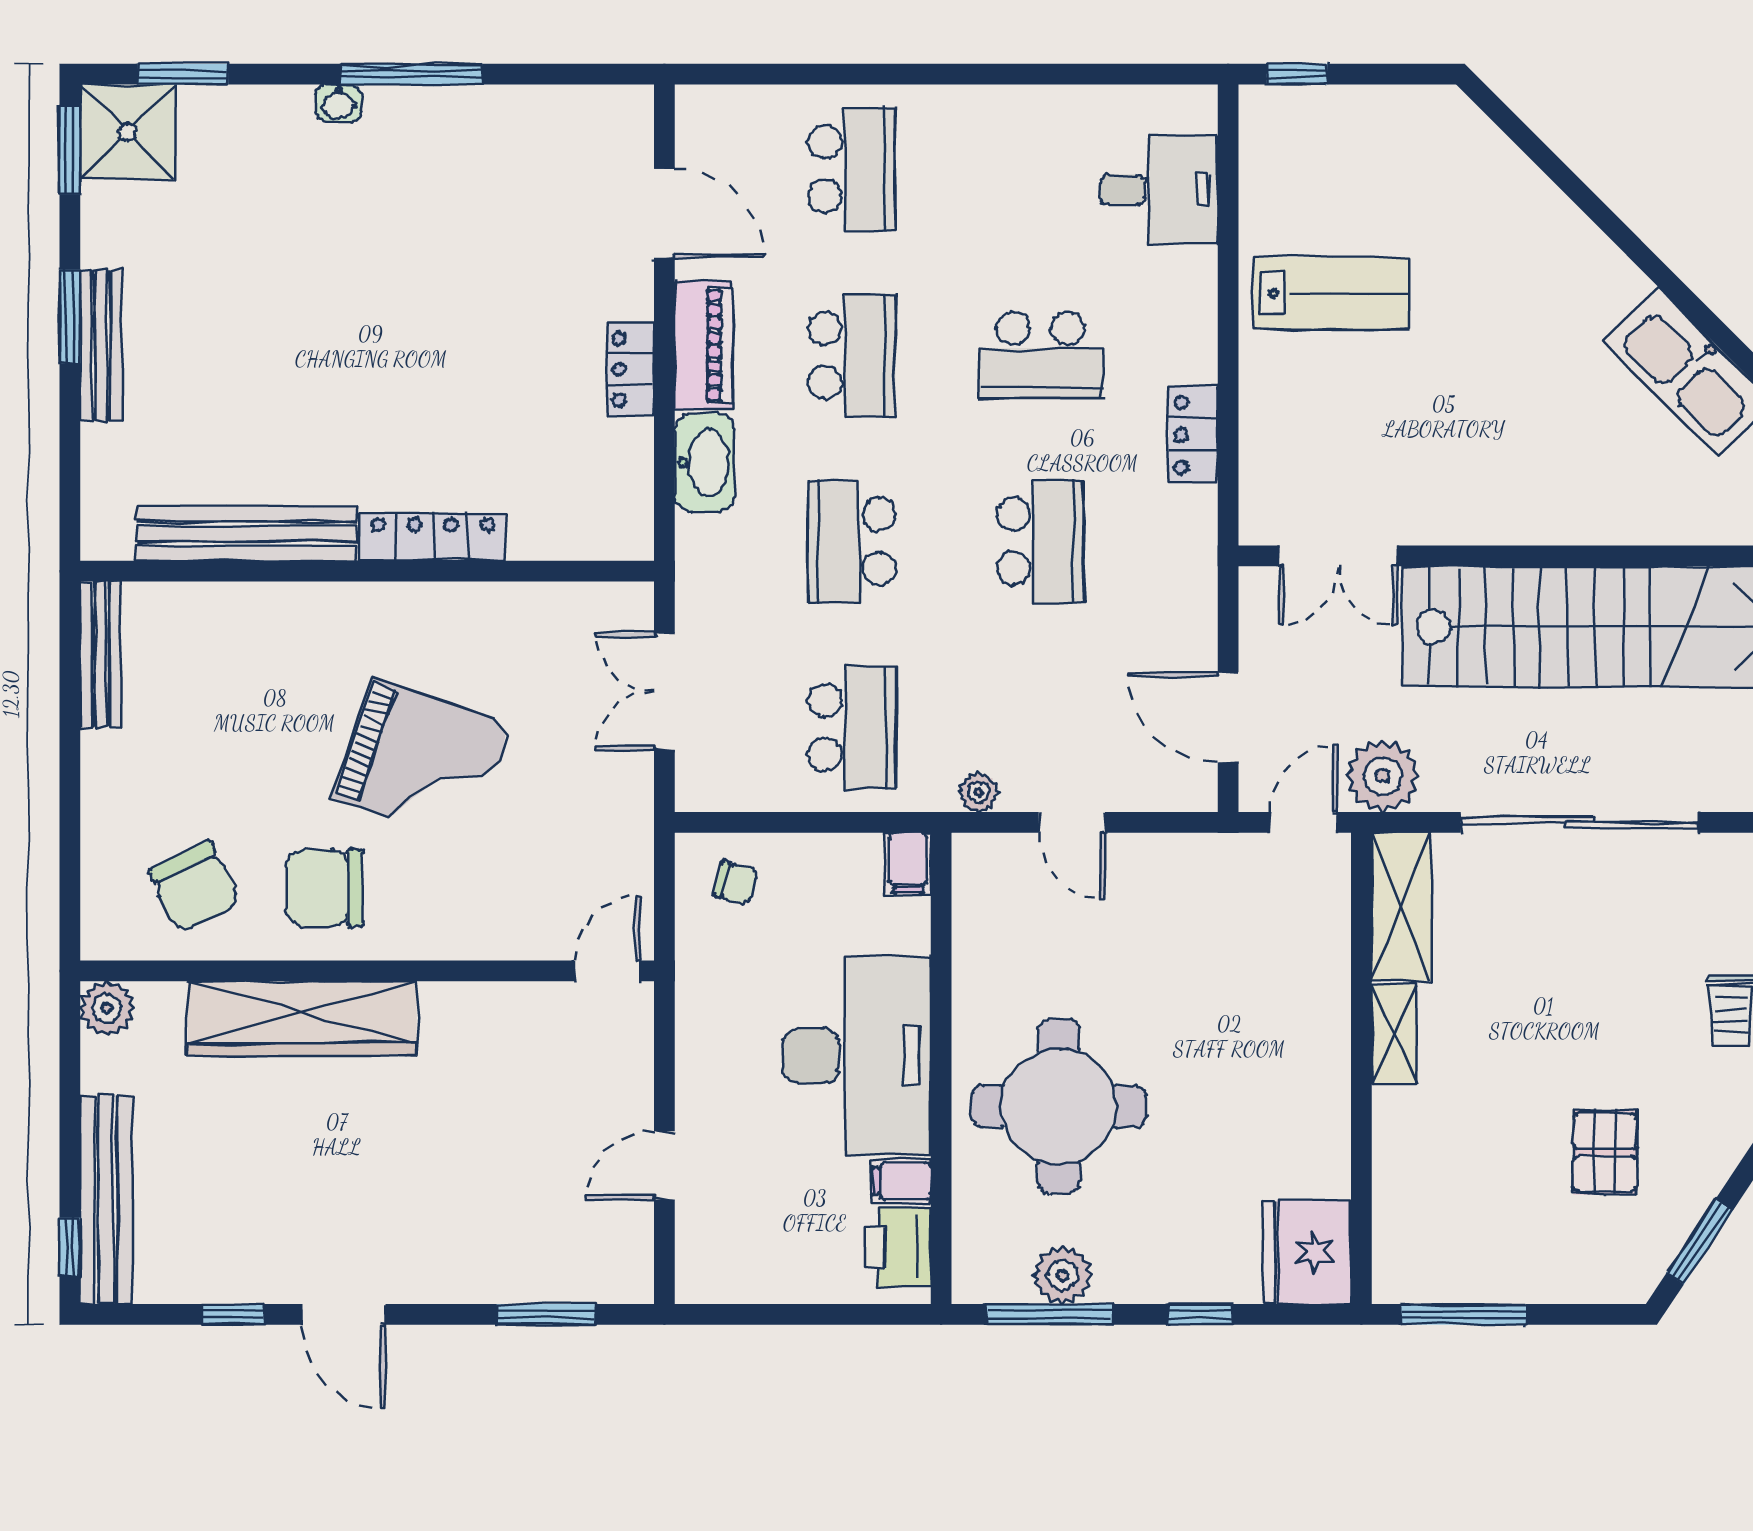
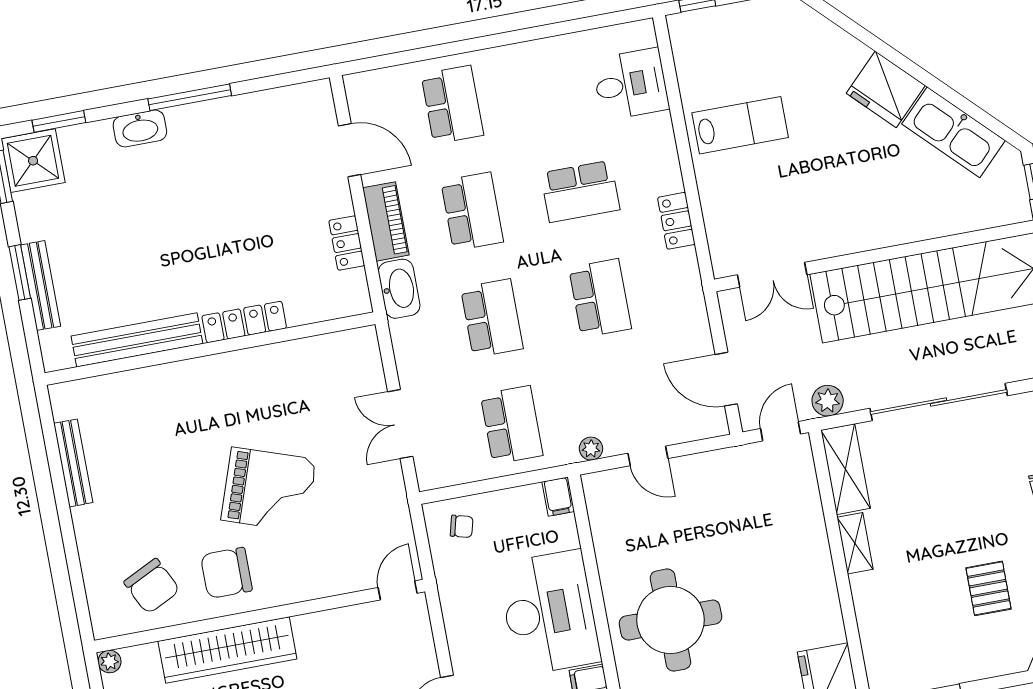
washbasin: (339, 103) -> (140, 128), width x1.91, depth x1.45
fridge: (1588, 279) -> (886, 89), added
bench: (246, 534) -> (137, 340), moved
locker: (433, 537) -> (244, 322), moved
school desk: (852, 541) -> (492, 318), turned 180
wall: (367, 571) -> (210, 349), moved
plant: (1383, 776) -> (828, 401), width x0.73, depth x0.73
plant: (107, 1008) -> (110, 661), width x0.73, depth x0.73

